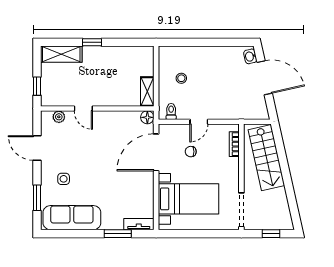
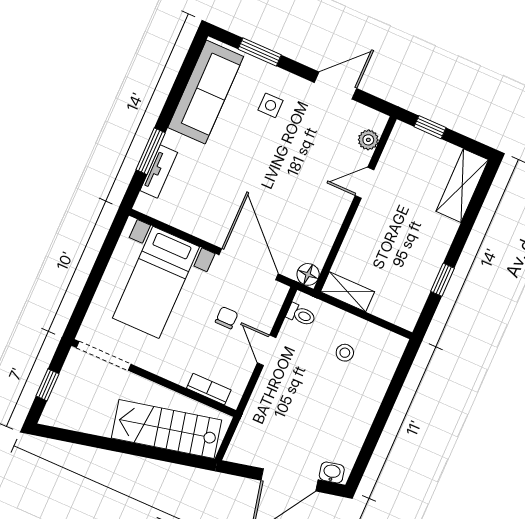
window: (92, 42) -> (442, 280), moved
tv unit: (139, 224) -> (159, 172), moved

